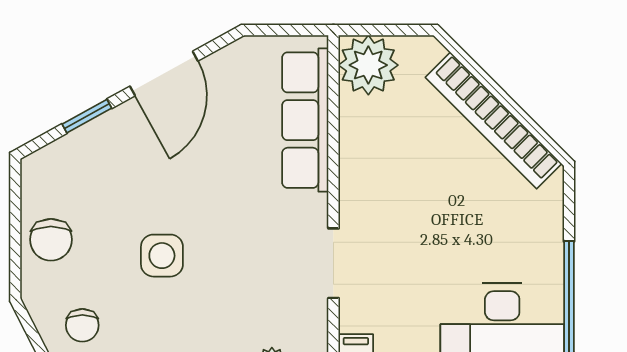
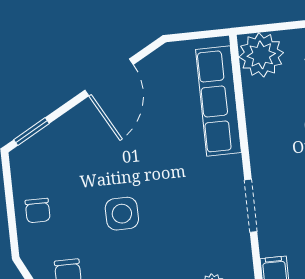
window: (87, 116) -> (32, 132), moved
chair: (51, 240) -> (38, 210), width x0.73, depth x0.73

